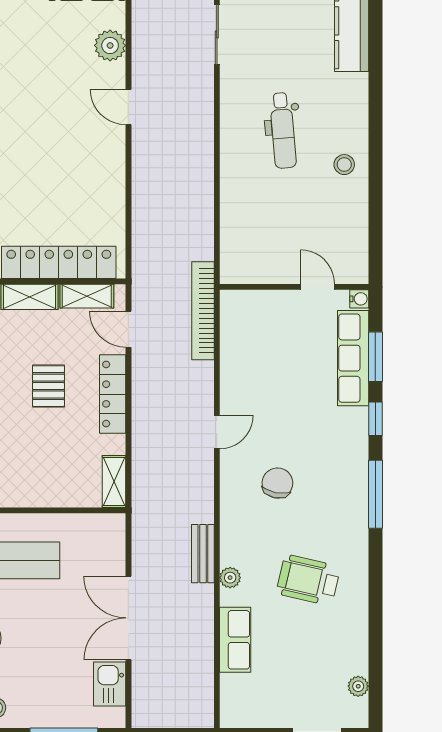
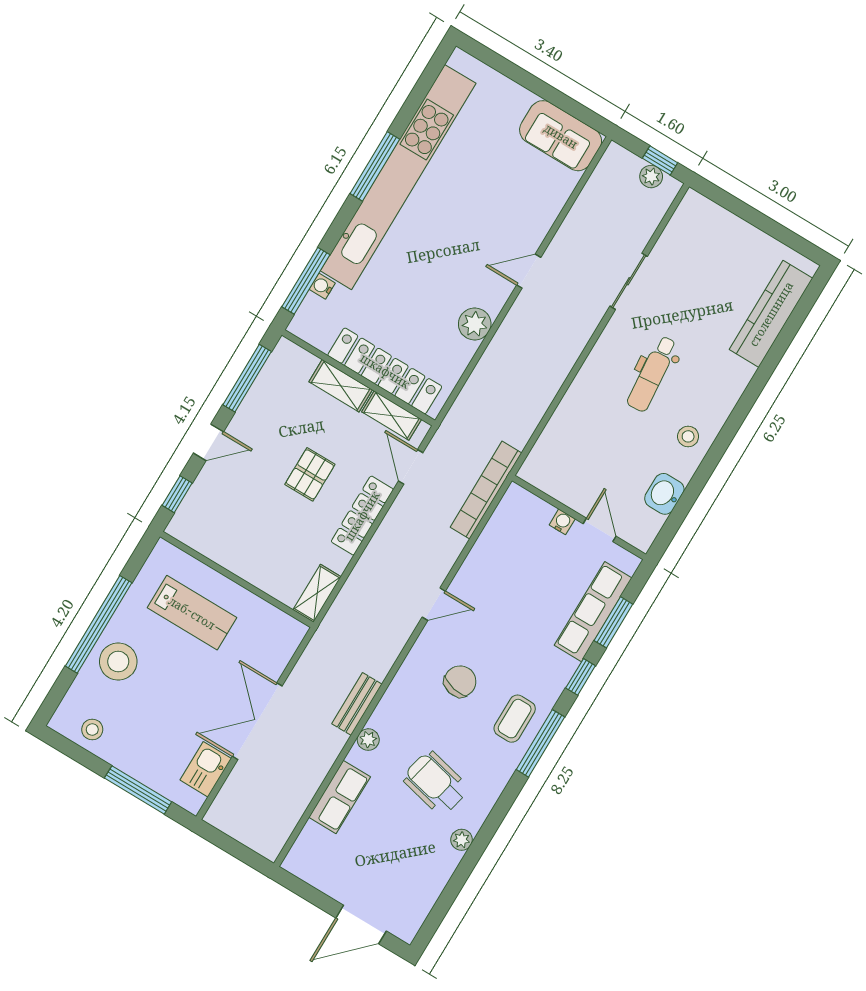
sliding door: (217, 35) -> (629, 281), moved
plant: (110, 45) -> (475, 324), moved
door: (128, 107) -> (529, 271), hinge flipped
washbasin: (353, 224) -> (664, 494), added
water cooler: (359, 299) -> (562, 522), moved, turned -90
coffee table: (342, 487) -> (515, 719), added
plant: (358, 686) -> (462, 840), moved

